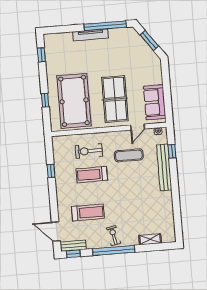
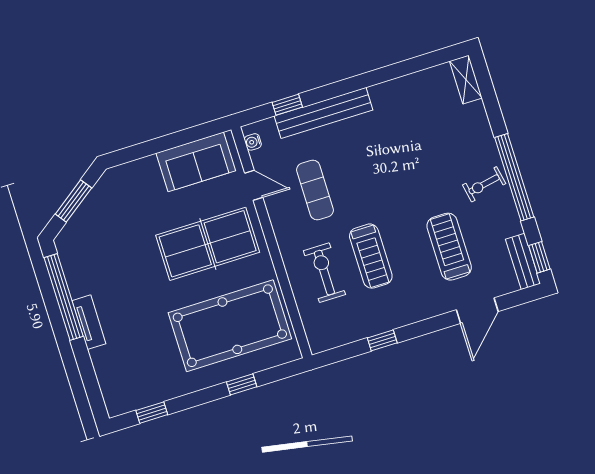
tv unit: (91, 35) -> (89, 322), width x0.71
exercise bike: (89, 151) -> (324, 273), turned 180
door: (56, 231) -> (477, 311), moved
shelving: (150, 239) -> (466, 80), moved

